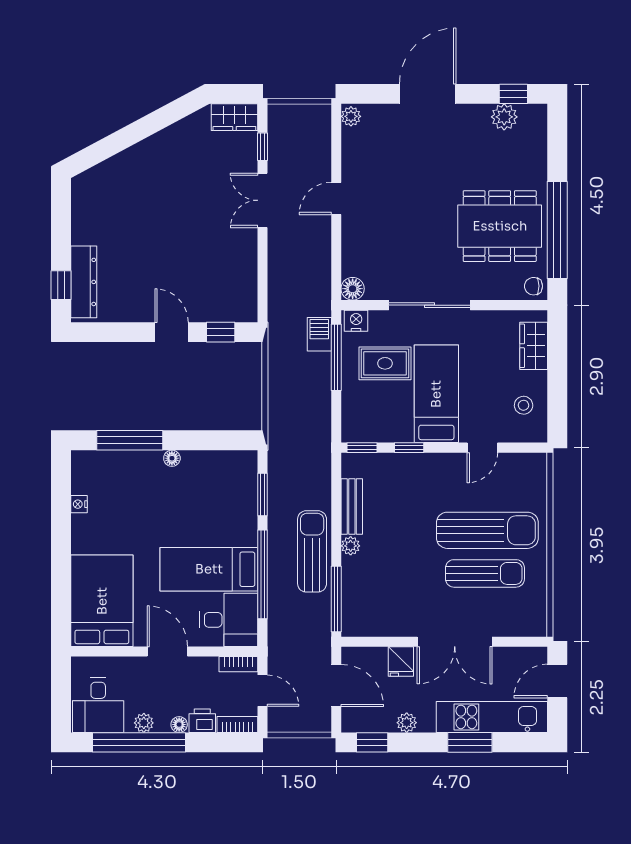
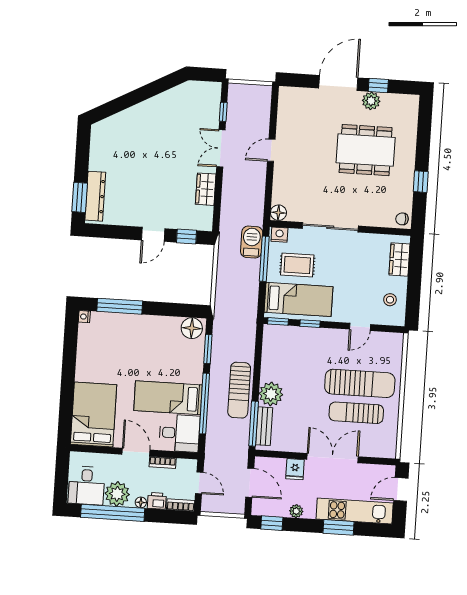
window: (513, 94) -> (378, 86), moved
plant: (351, 116) -> (285, 95), removed
wardrobe: (234, 117) -> (206, 189), moved, turned 90
plant: (504, 117) -> (371, 101), moved
dining table: (500, 226) -> (366, 150), moved
window: (557, 230) -> (421, 182), width x0.32
window: (61, 285) -> (80, 197), width x1.50
door: (172, 332) -> (153, 234), swing flipped
barbecue: (319, 334) -> (252, 242), width x1.38, depth x1.27
bed: (436, 394) -> (299, 299), moved, turned 90
floor lamp: (172, 458) -> (192, 328), moved, width x1.89, depth x1.89
nightstand: (79, 504) -> (84, 317), moved
bench: (352, 506) -> (264, 426), moved
plant: (351, 546) -> (271, 394), width x1.87, depth x1.87
sun lounger: (312, 551) -> (239, 390), turned 180
sun lounger: (485, 573) -> (356, 413), turned 180
double door: (455, 642) -> (333, 458), swing flipped
bookcase: (238, 664) -> (163, 462), moved
plant: (144, 723) -> (117, 494), width x1.87, depth x1.87

